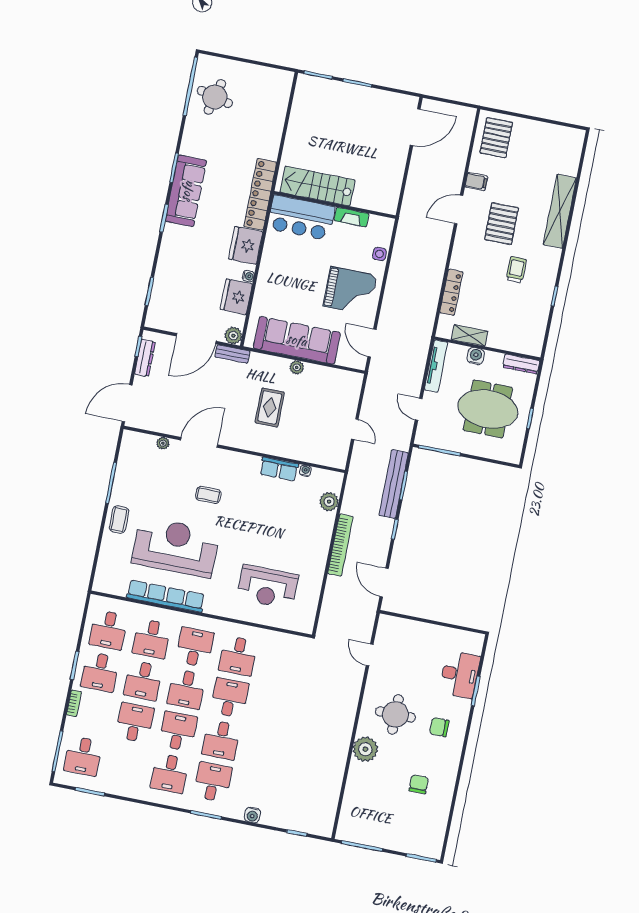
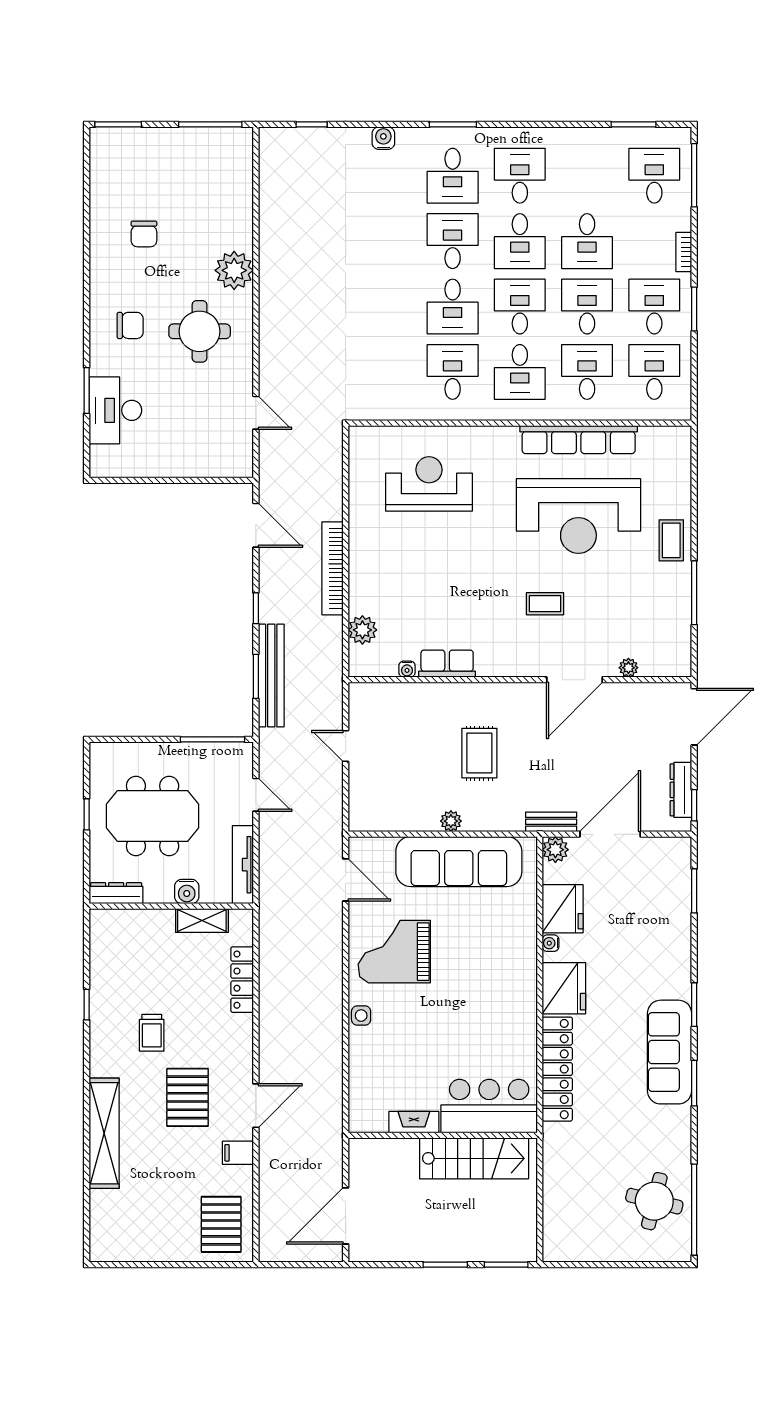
stairs: (318, 186) -> (474, 1158), moved
wall: (335, 205) -> (443, 1135), moved
fireplace: (352, 217) -> (414, 1122), moved
bar counter: (301, 218) -> (489, 1106), moved

